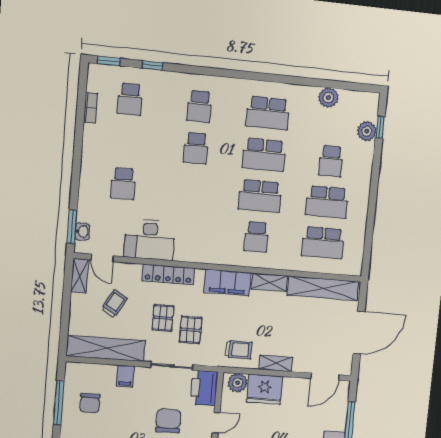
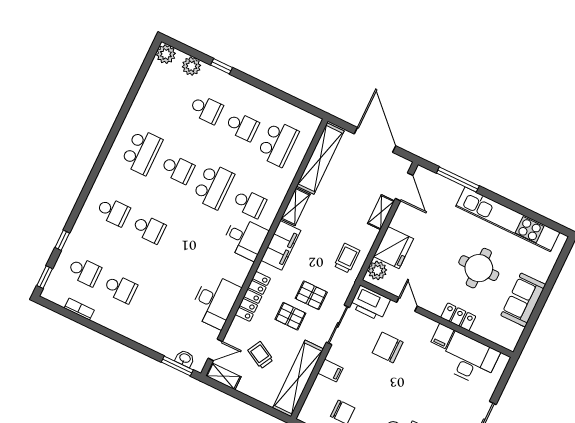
plant: (328, 98) -> (166, 54), moved
window: (380, 127) -> (221, 66), moved
school desk: (264, 155) -> (178, 169), width x0.54
school desk: (123, 184) -> (120, 289), moved
school desk: (327, 202) -> (242, 126), width x0.54
desk: (221, 246) -> (245, 238), added
shelving: (276, 363) -> (381, 212), moved

